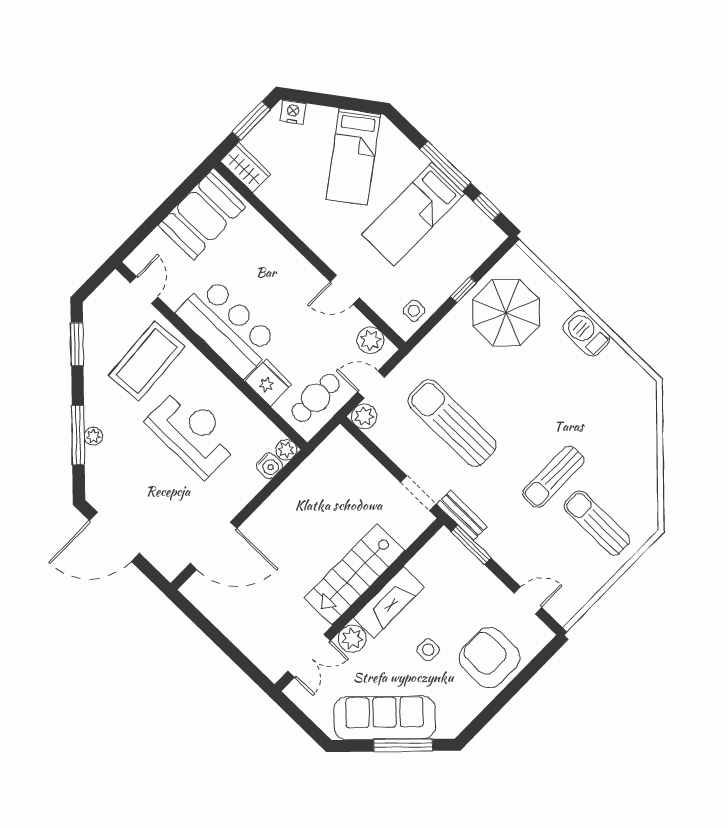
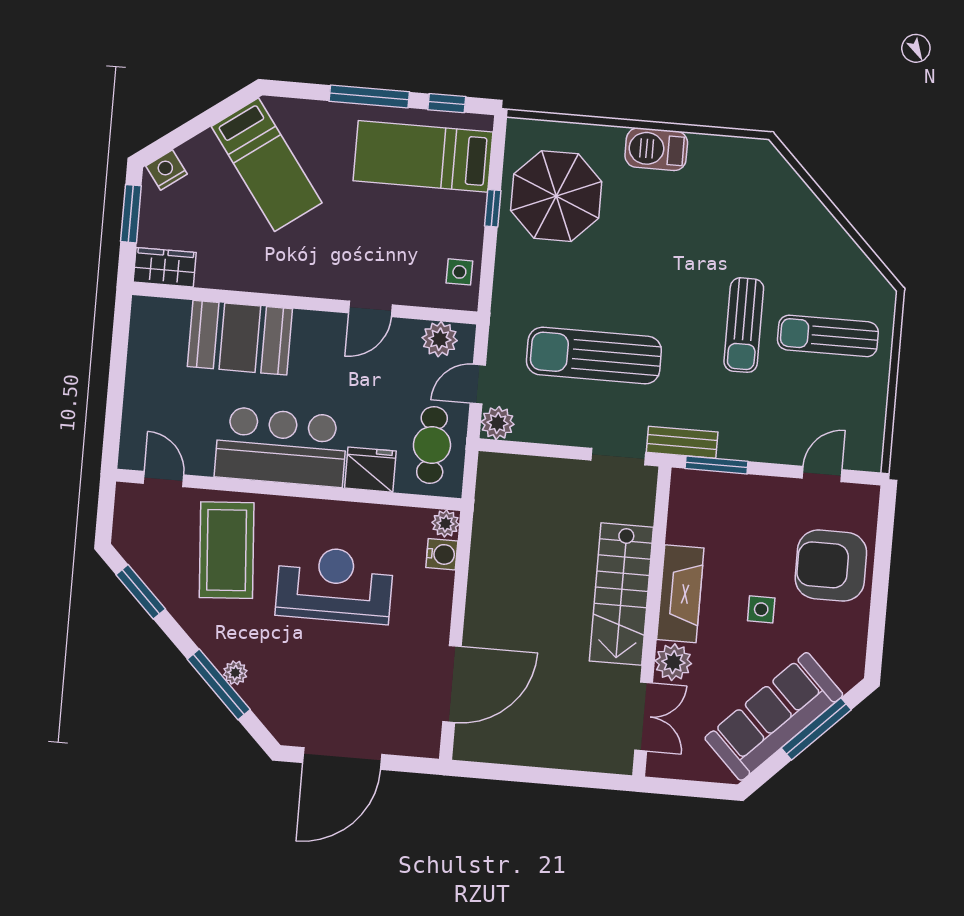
bed: (413, 214) -> (423, 156), moved, turned 90
booth: (202, 216) -> (240, 338), moved, turned 90

